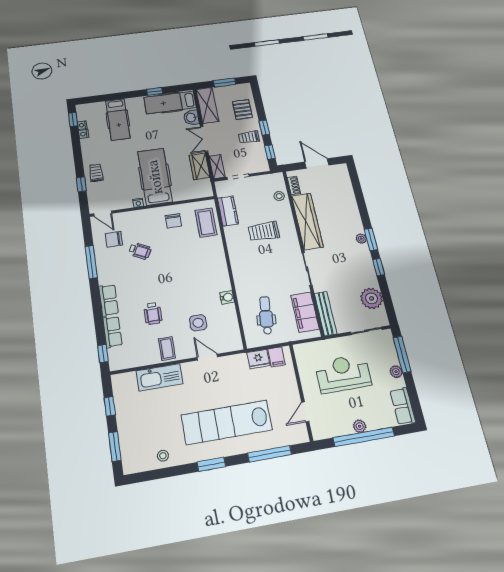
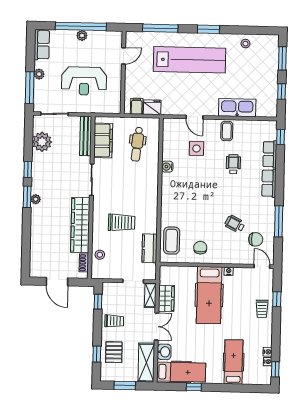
window: (264, 128) -> (97, 354), moved

